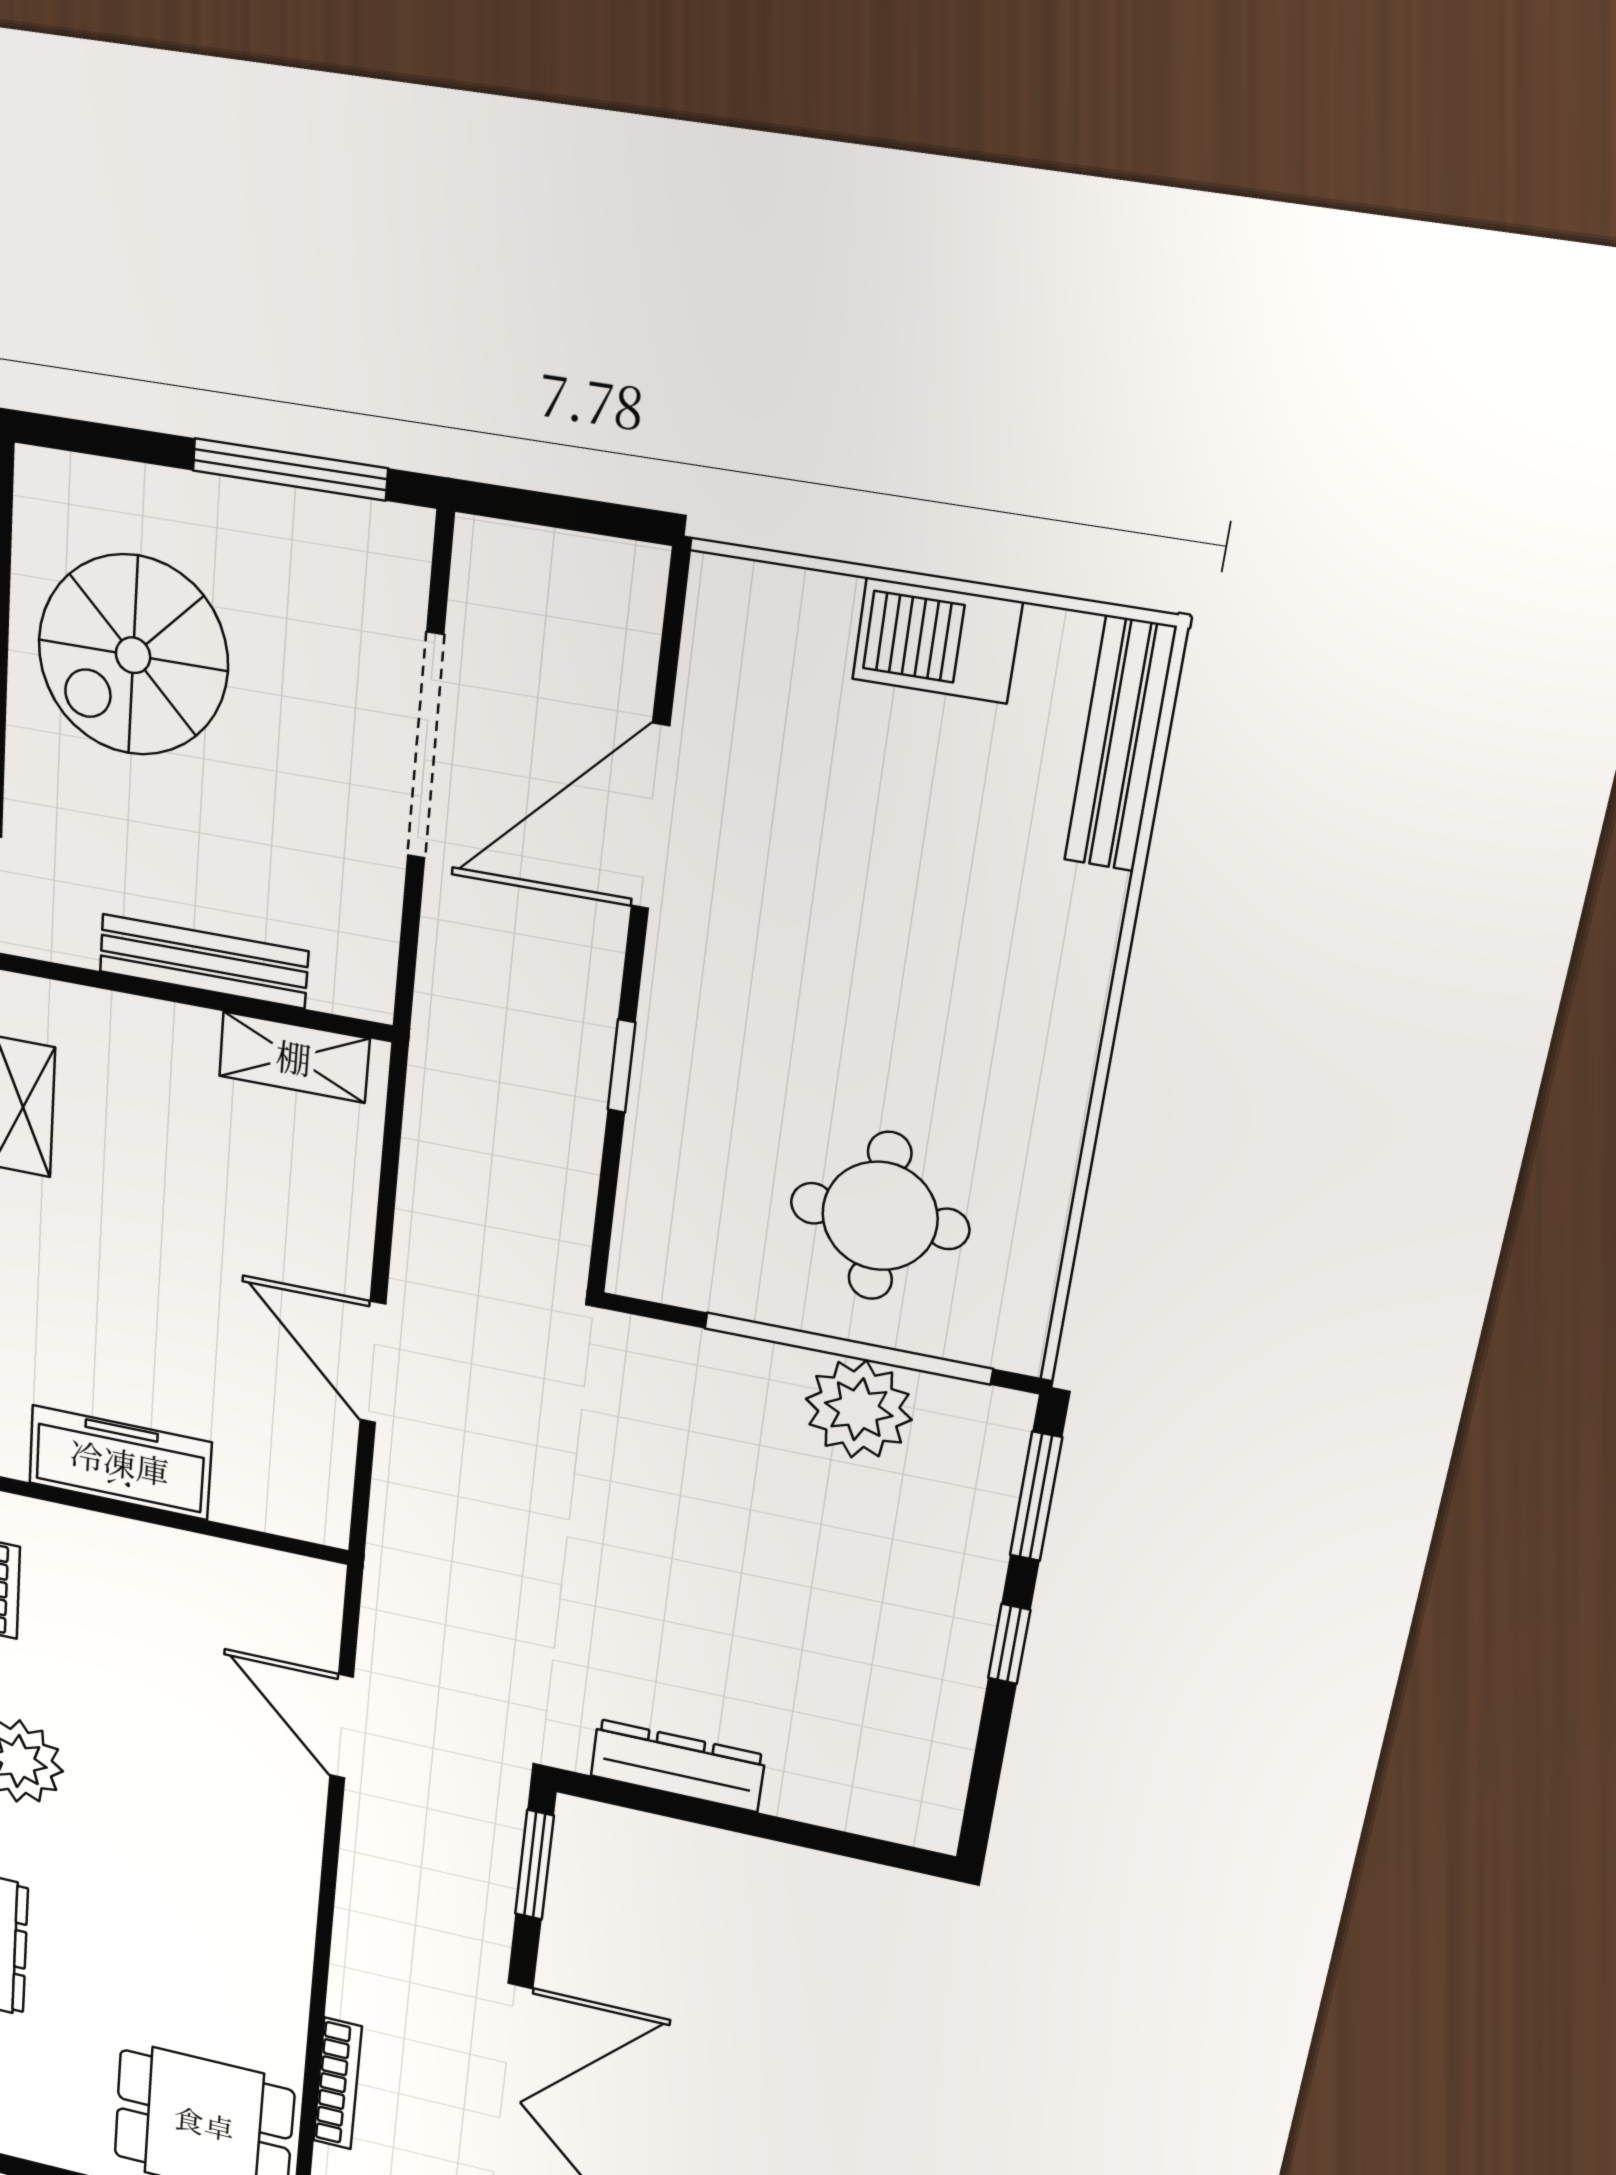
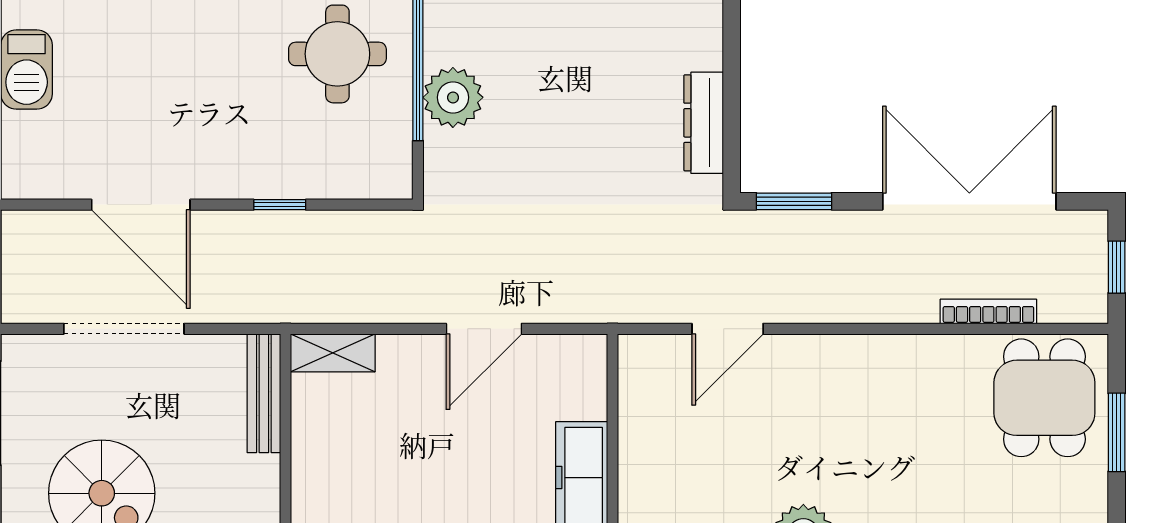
bench: (204, 961) -> (264, 393), moved
shelving: (294, 1057) -> (333, 353), moved, turned 90
plant: (859, 1409) -> (453, 97), moved

